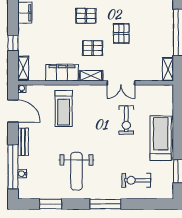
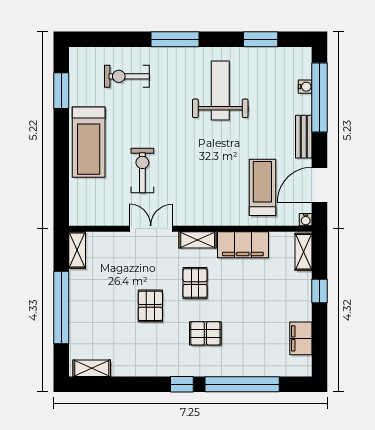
pallet: (93, 48) -> (195, 283), turned 90
treadmill: (64, 109) -> (262, 187), moved
door: (13, 111) -> (320, 185), hinge flipped
exercise bike: (136, 180) -> (127, 76), turned 180

